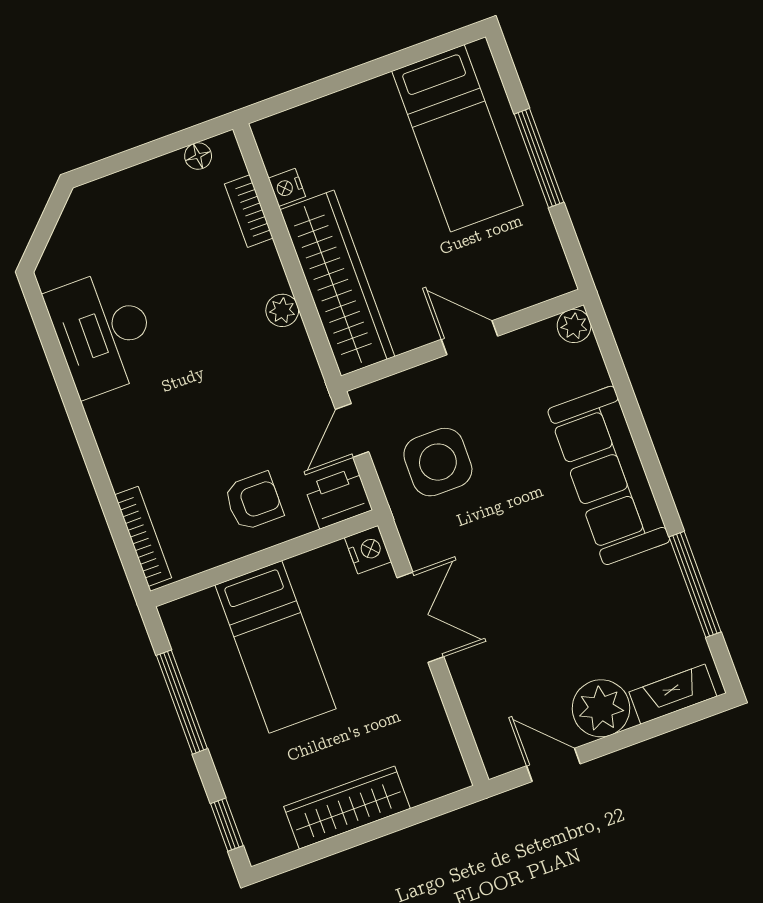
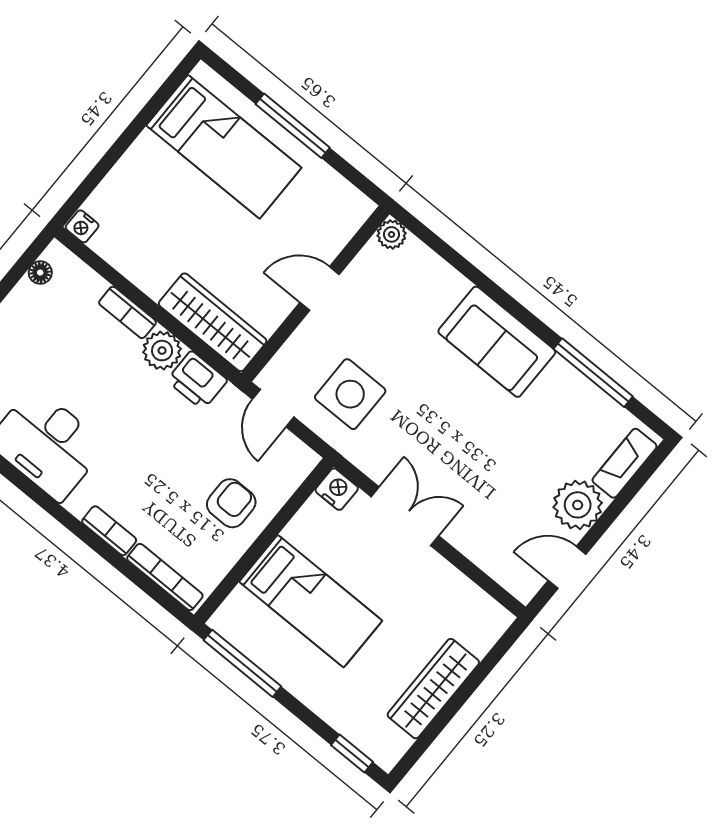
nightstand: (287, 187) -> (82, 226), moved
bookcase: (249, 211) -> (127, 312), moved
wardrobe: (337, 283) -> (213, 322), width x0.71, depth x0.85
plant: (282, 310) -> (162, 351), width x1.38, depth x1.38
bookcase: (114, 457) -> (109, 531), added
sofa: (609, 475) -> (497, 342), width x0.73
printer: (338, 498) -> (197, 380), moved, turned -90
window: (182, 702) -> (242, 663), moved

